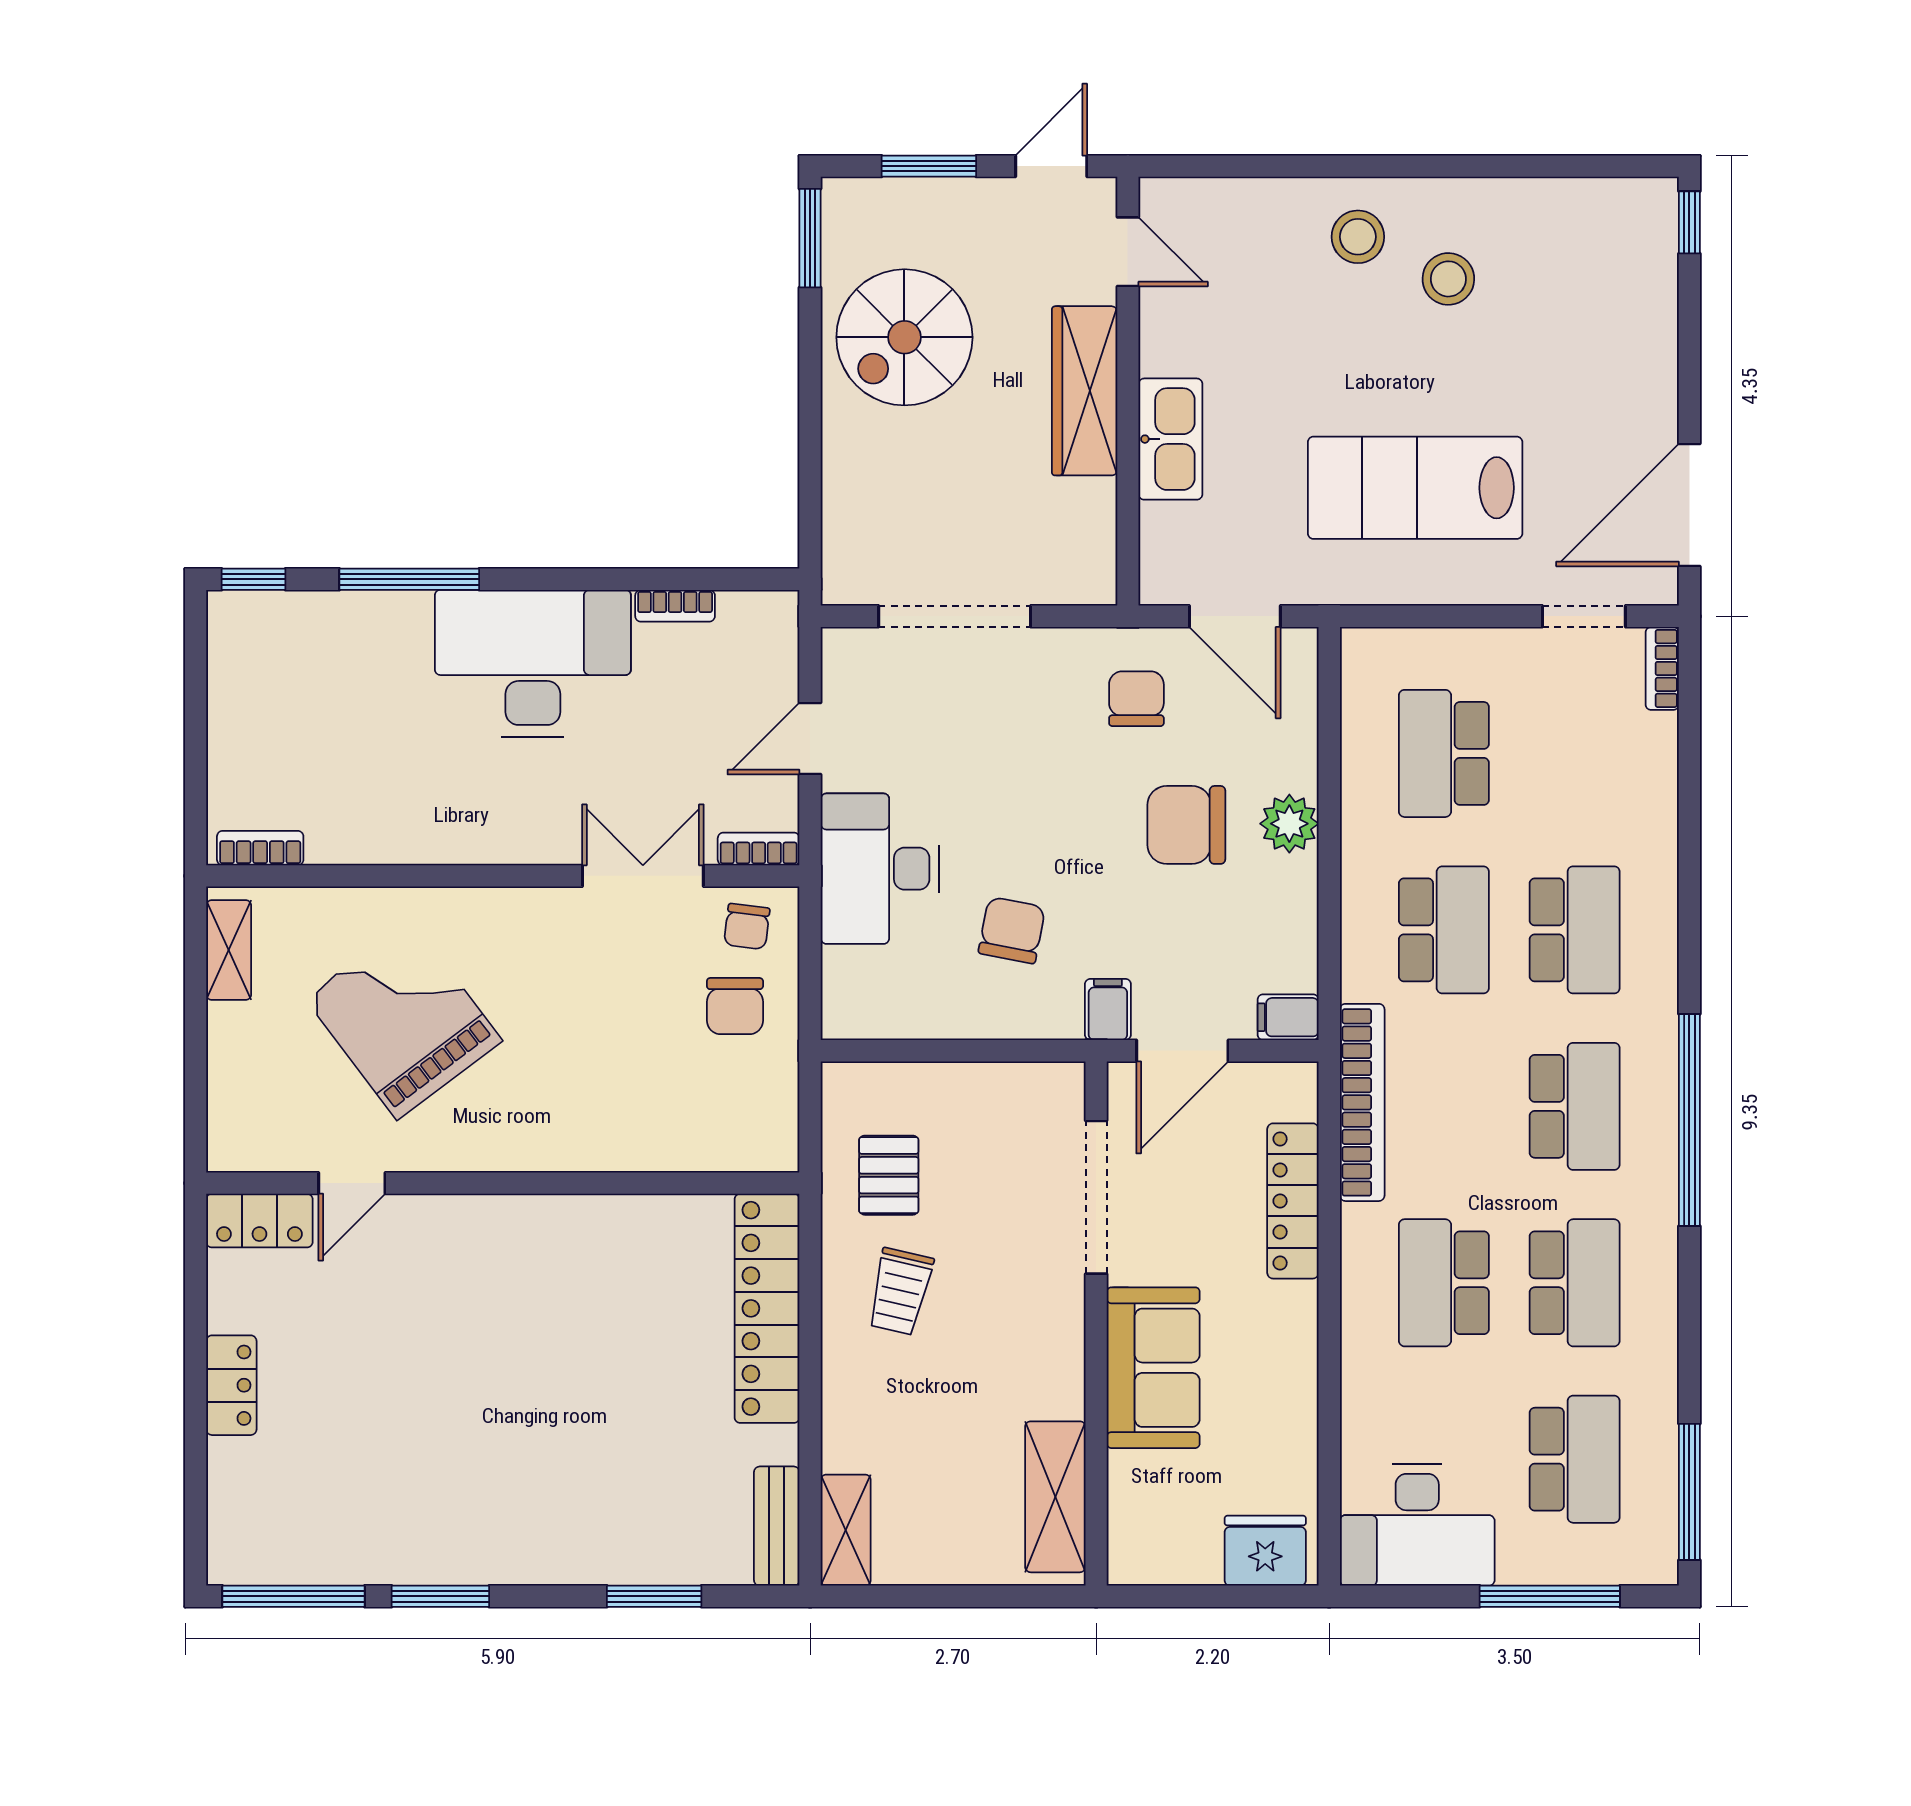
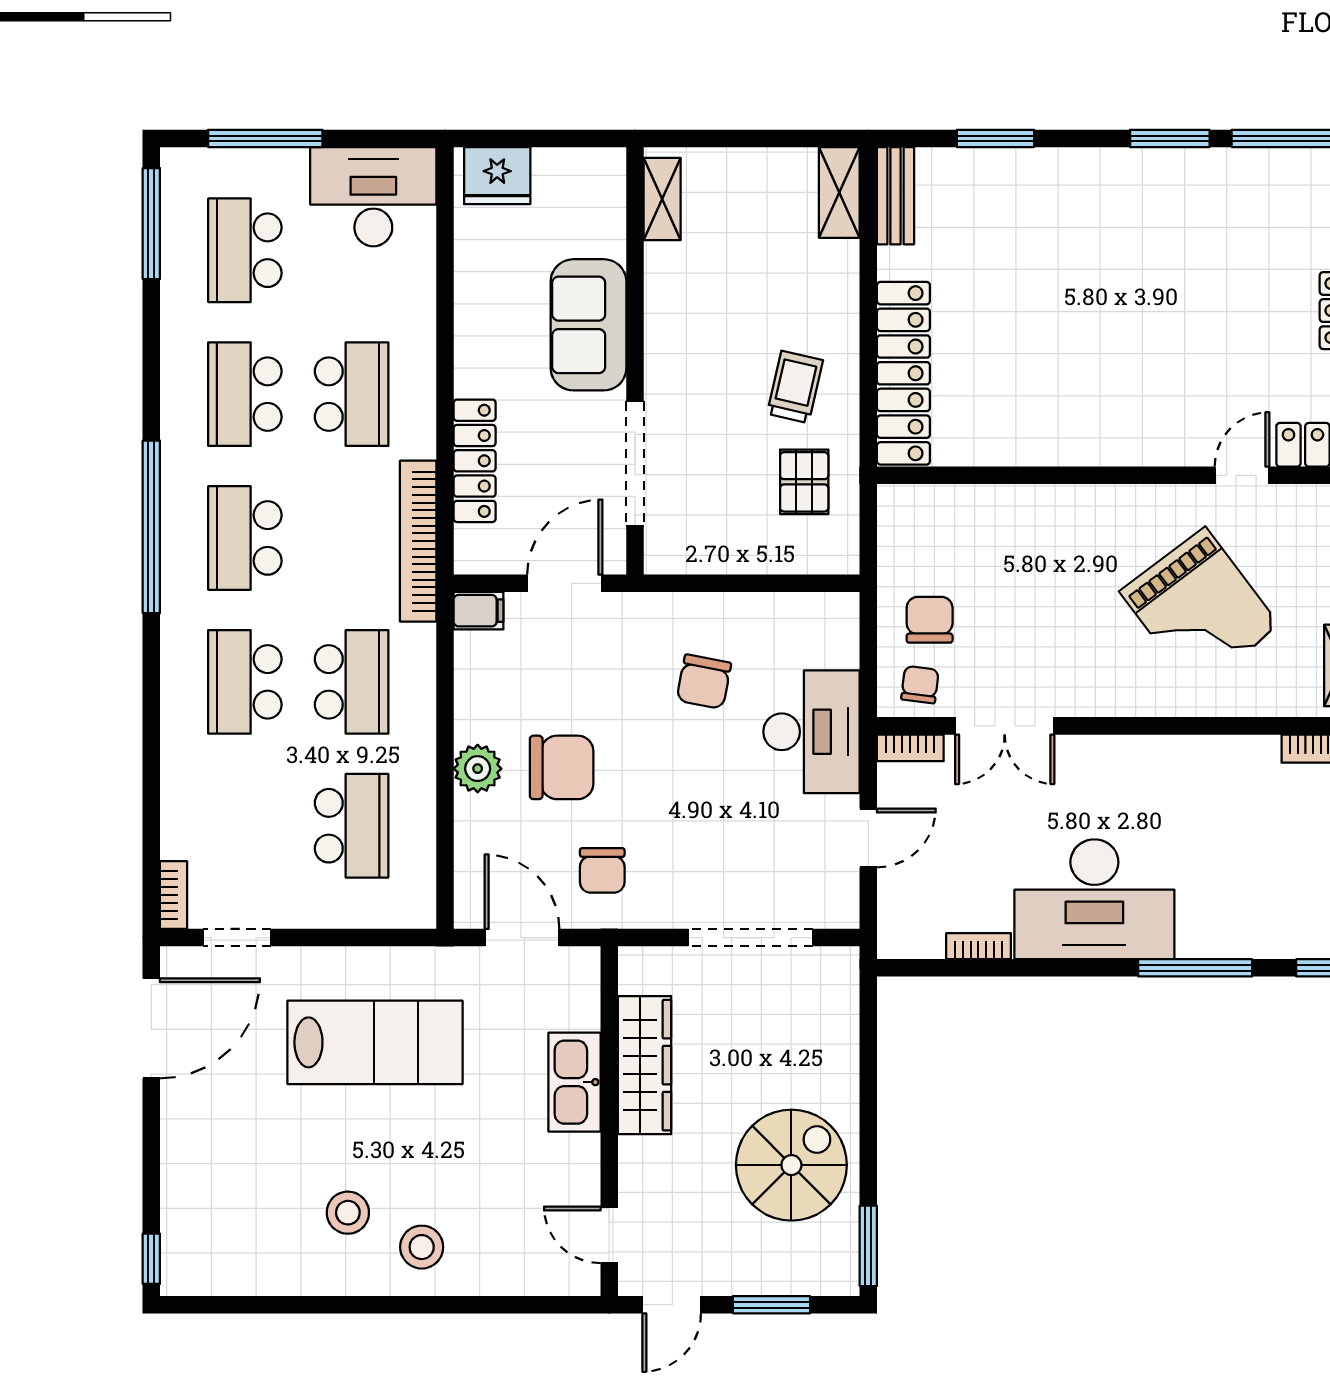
wardrobe: (1085, 391) -> (645, 1065), moved
school desk: (1444, 930) -> (352, 682), turned 180
filing cabinet: (1108, 1009) -> (625, 617), removed
shelving: (1055, 1497) -> (662, 199), width x0.67, depth x0.75

